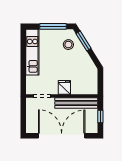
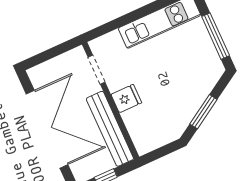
window: (84, 41) -> (203, 112), moved
stool: (68, 45) -> (198, 74), removed

